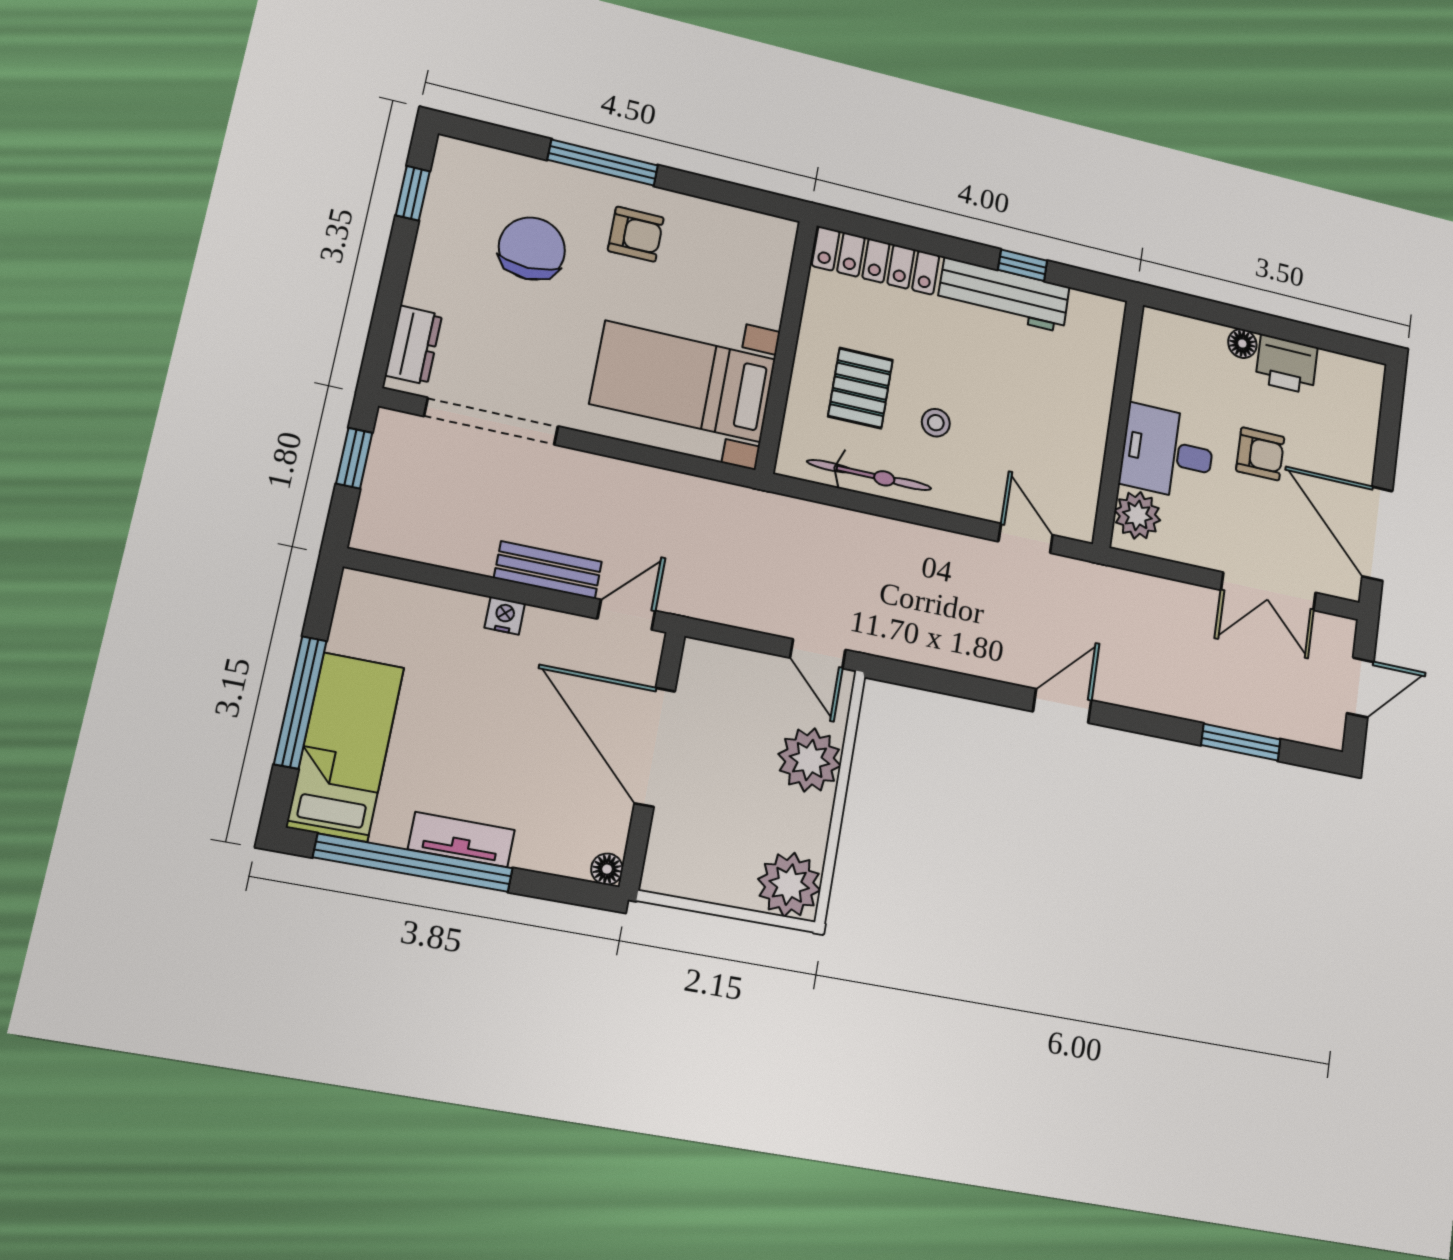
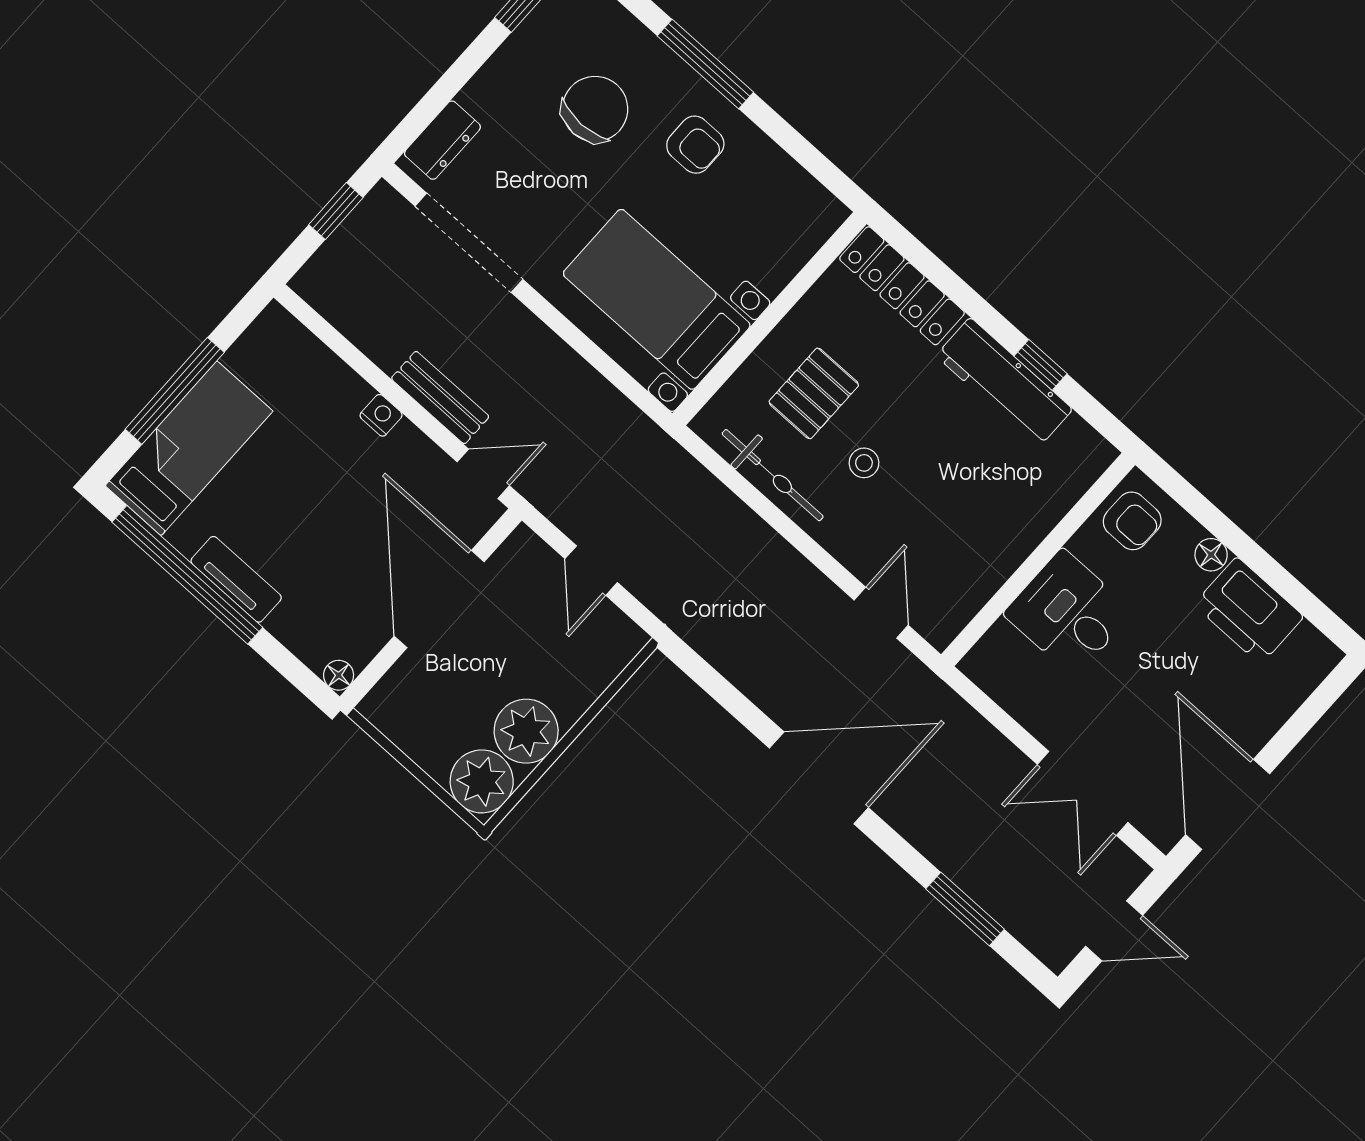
printer: (1287, 364) -> (1249, 611), width x1.37, depth x1.19
armchair: (1260, 454) -> (1132, 521), moved
plant: (1137, 515) -> (1001, 653), removed
door: (818, 654) -> (591, 571), moved
door: (1062, 706) -> (819, 778), width x1.87
plant: (810, 760) -> (526, 731), moved

